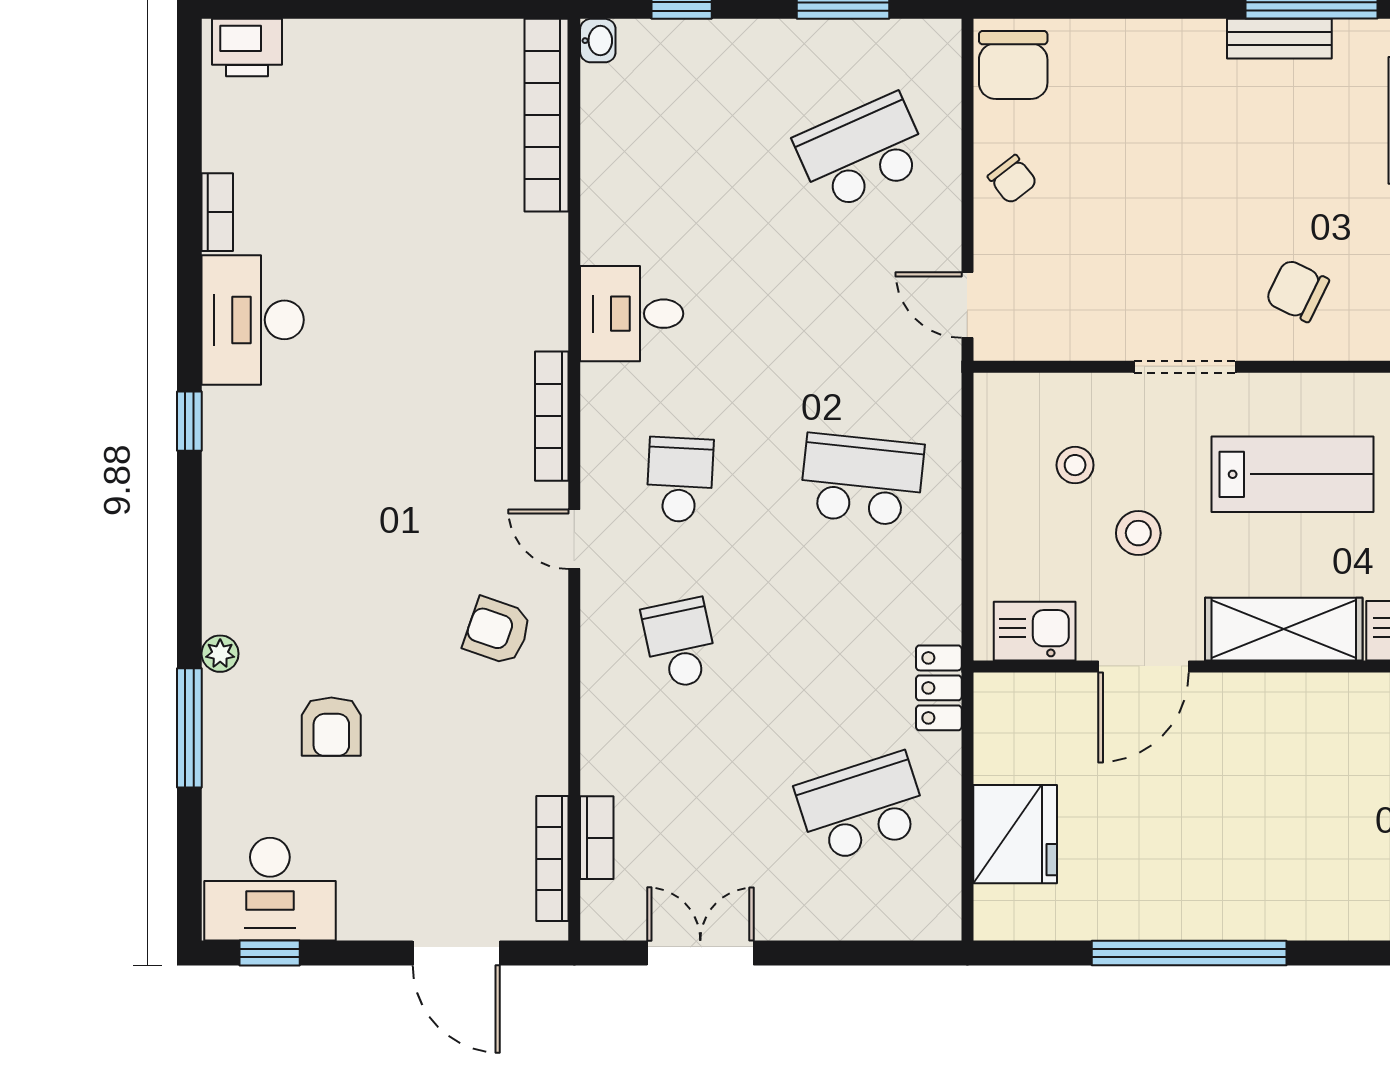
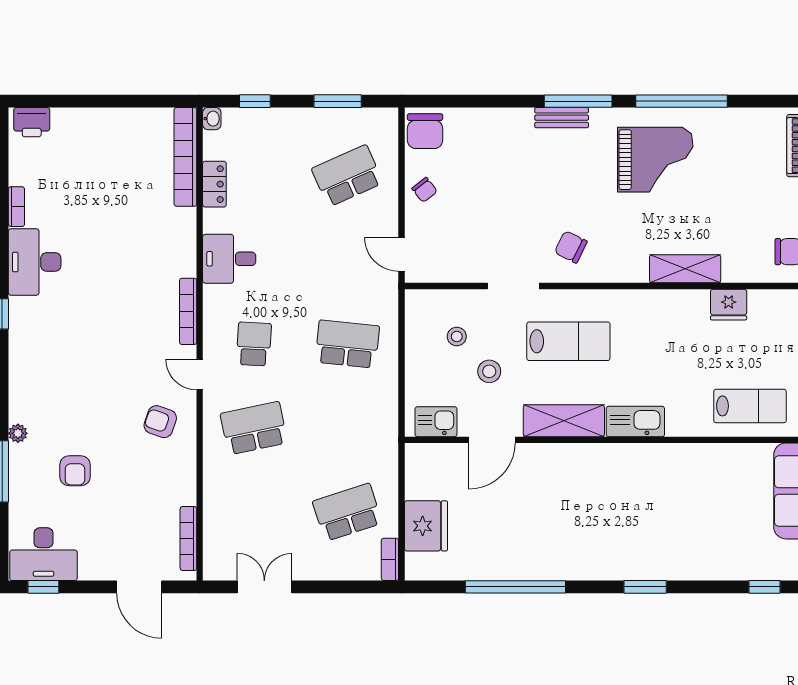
school desk: (680, 644) -> (254, 428), width x1.85
locker: (939, 688) -> (214, 184), moved, turned 180
bookcase: (597, 838) -> (390, 559), moved, turned 180

